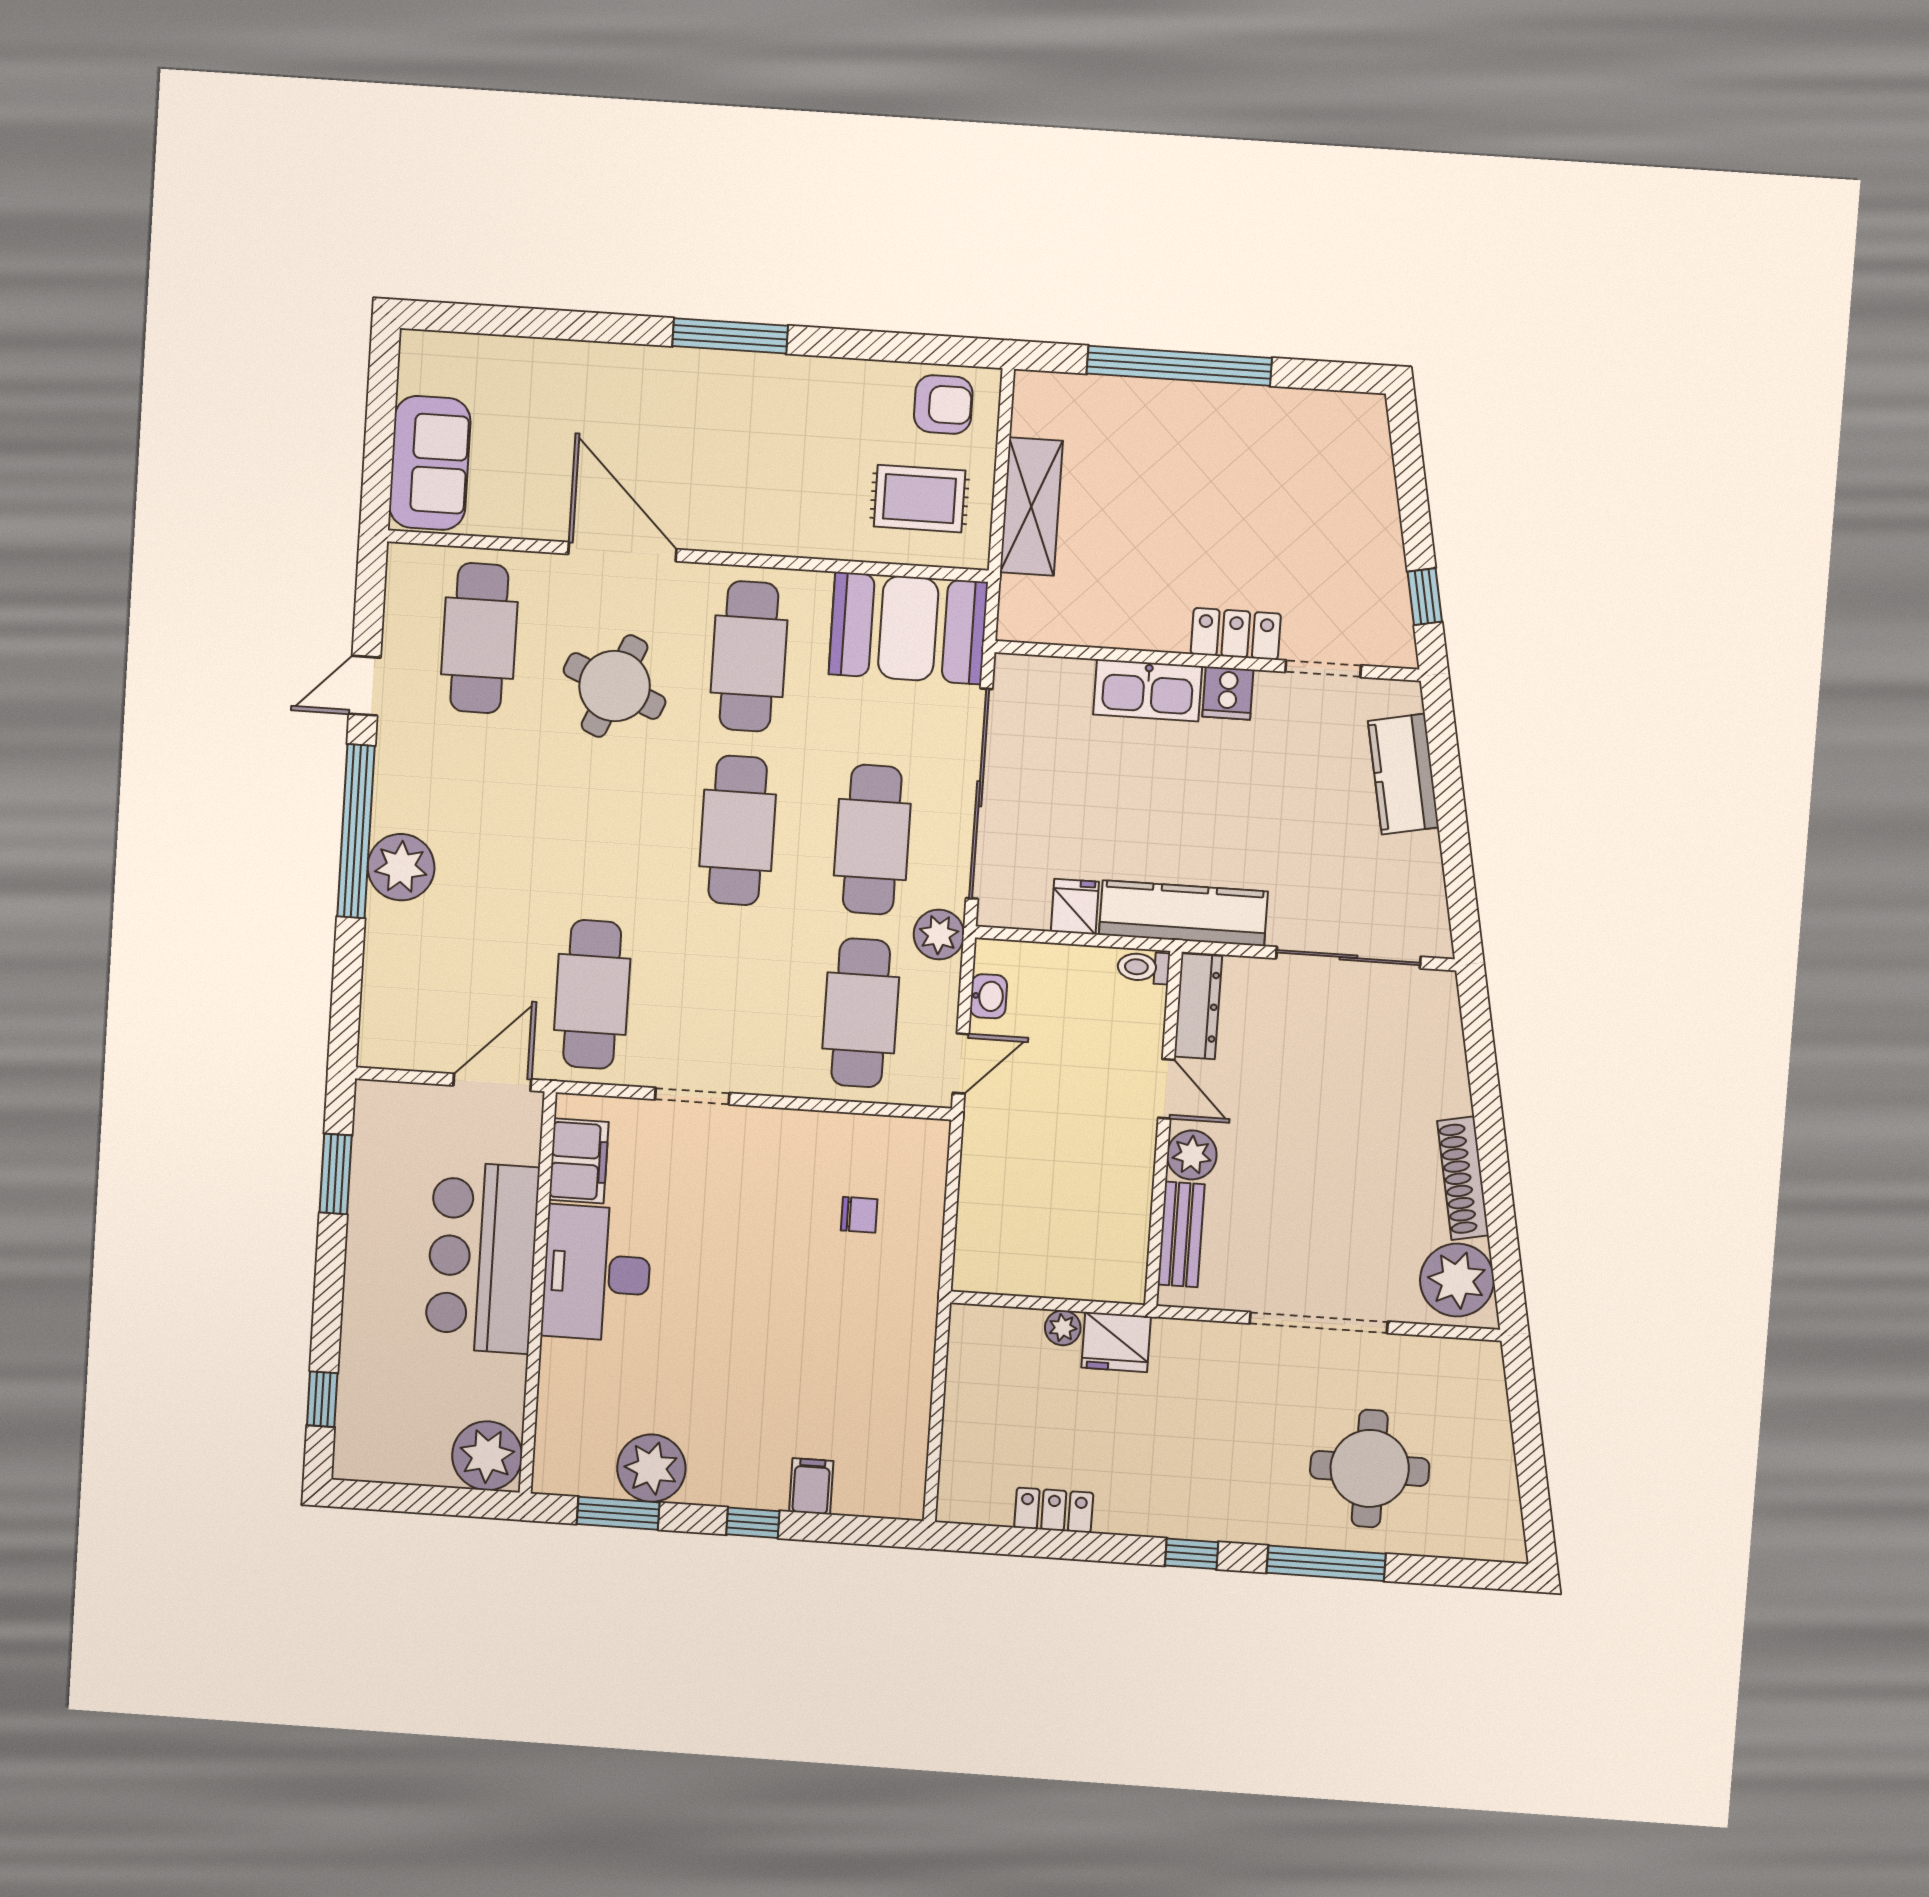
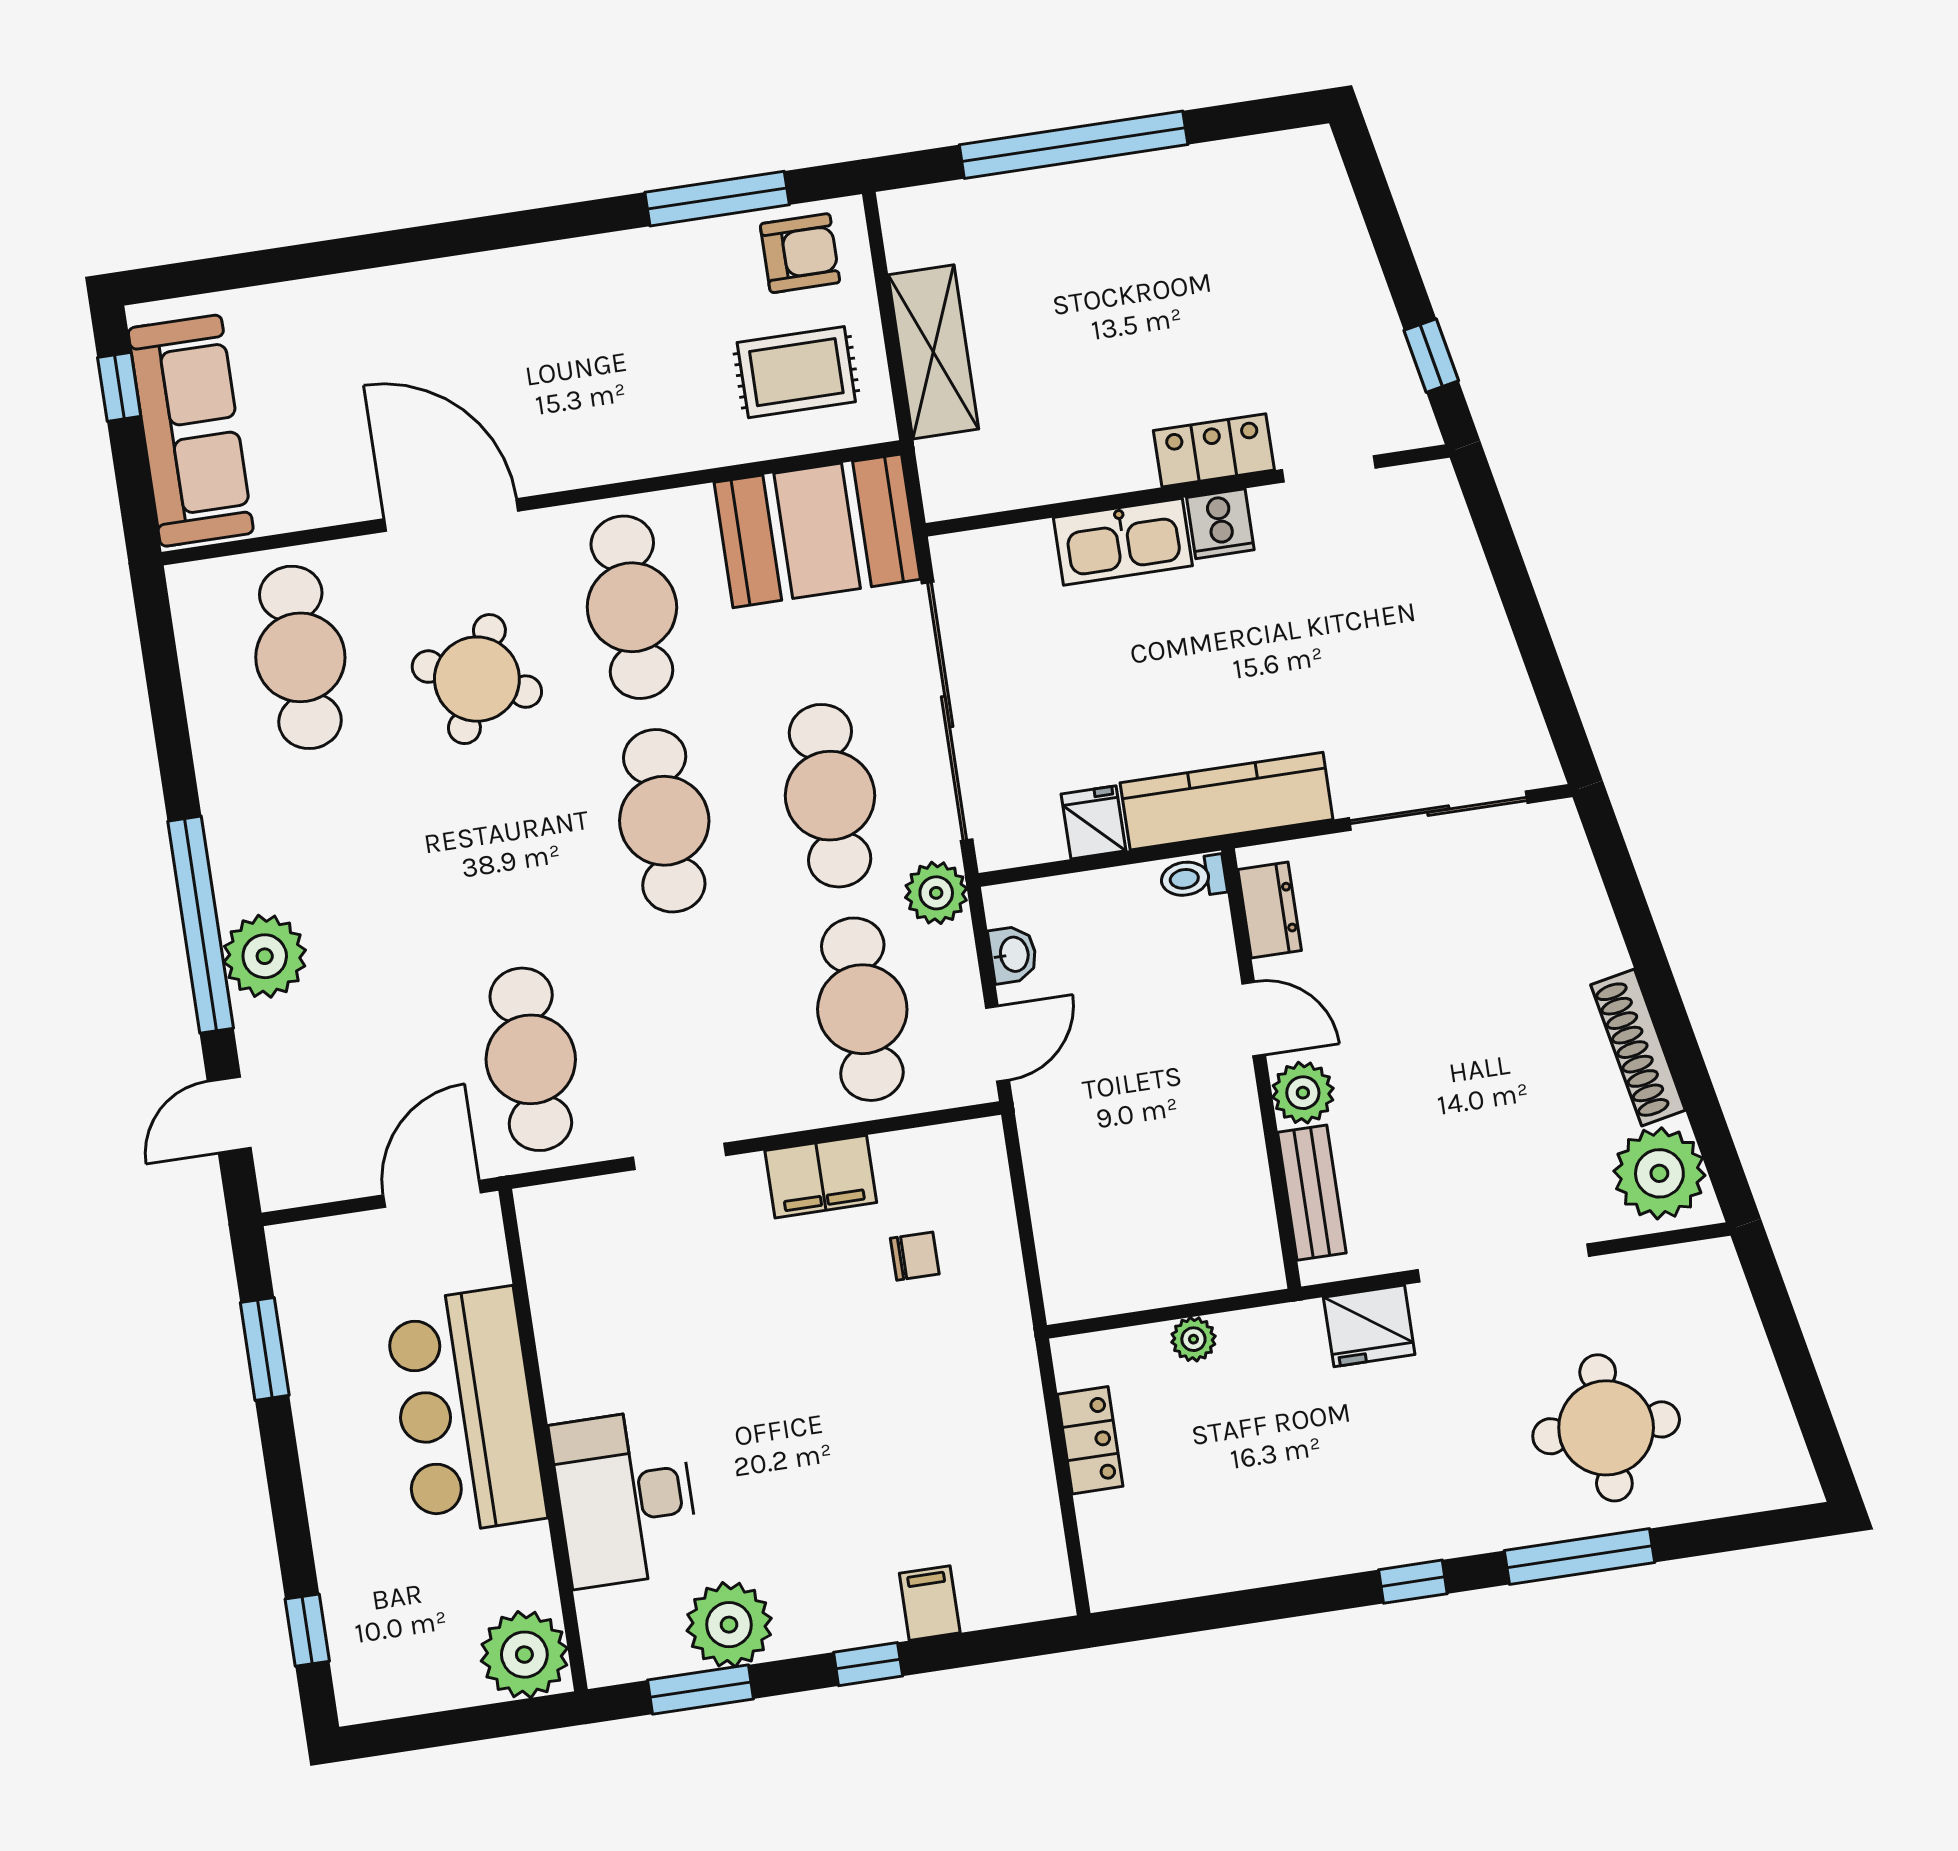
window: (730, 336) -> (717, 199), moved
window: (382, 392) -> (119, 387), added
sofa: (430, 463) -> (191, 431), width x1.36
door: (365, 686) -> (229, 1115), moved
kitchen counter: (1403, 774) -> (1454, 574), removed
dresser: (1198, 1006) -> (1270, 910), width x0.70
filing cabinet: (579, 1161) -> (821, 1177), moved, turned 90
desk: (597, 1273) -> (625, 1498), moved
fridge: (1116, 1342) -> (1369, 1326), moved
locker: (1054, 1510) -> (1090, 1440), moved, turned 90

